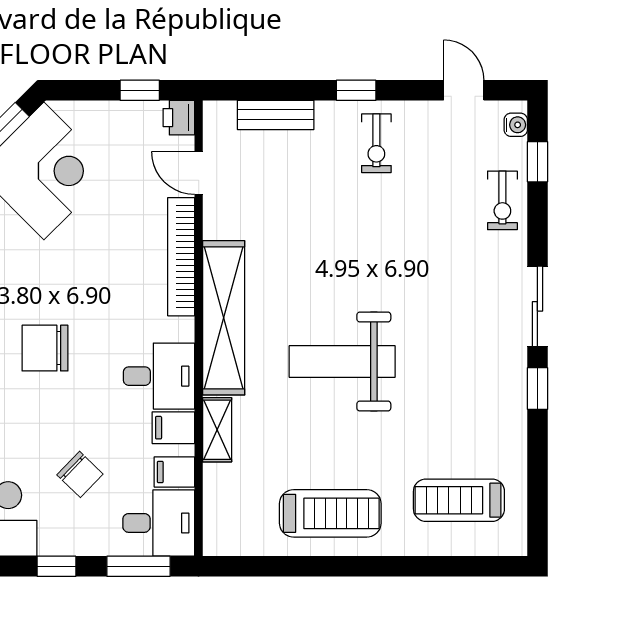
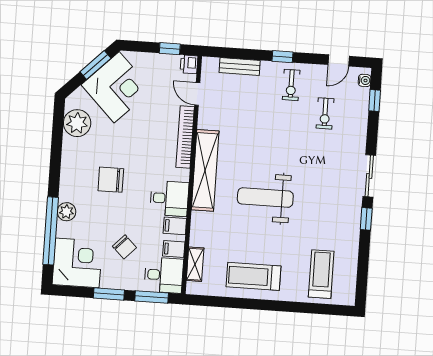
door: (464, 90) -> (339, 60), swing flipped
exercise bike: (502, 200) -> (325, 113), moved
shelving: (217, 430) -> (195, 264), moved
treadmill: (459, 500) -> (321, 274), turned 90
treadmill: (330, 513) -> (254, 276), turned 180
window: (56, 566) -> (109, 294), width x1.50

